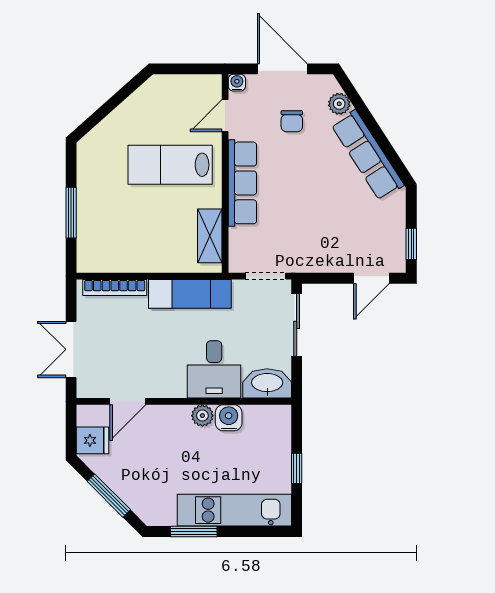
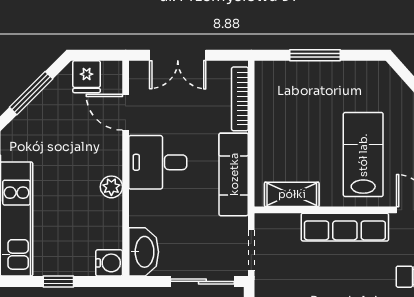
double door: (71, 349) -> (178, 55), swing flipped
desk: (214, 369) -> (158, 162), moved
water cooler: (229, 418) -> (109, 263), moved

